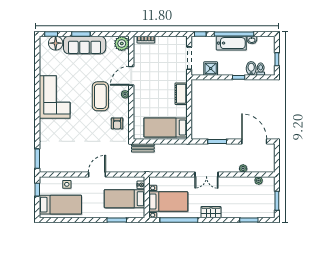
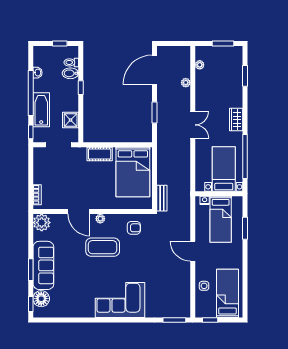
bathtub: (231, 43) -> (41, 110), moved
corner sofa: (55, 97) -> (120, 300), moved
bed: (166, 127) -> (133, 172), width x1.50

